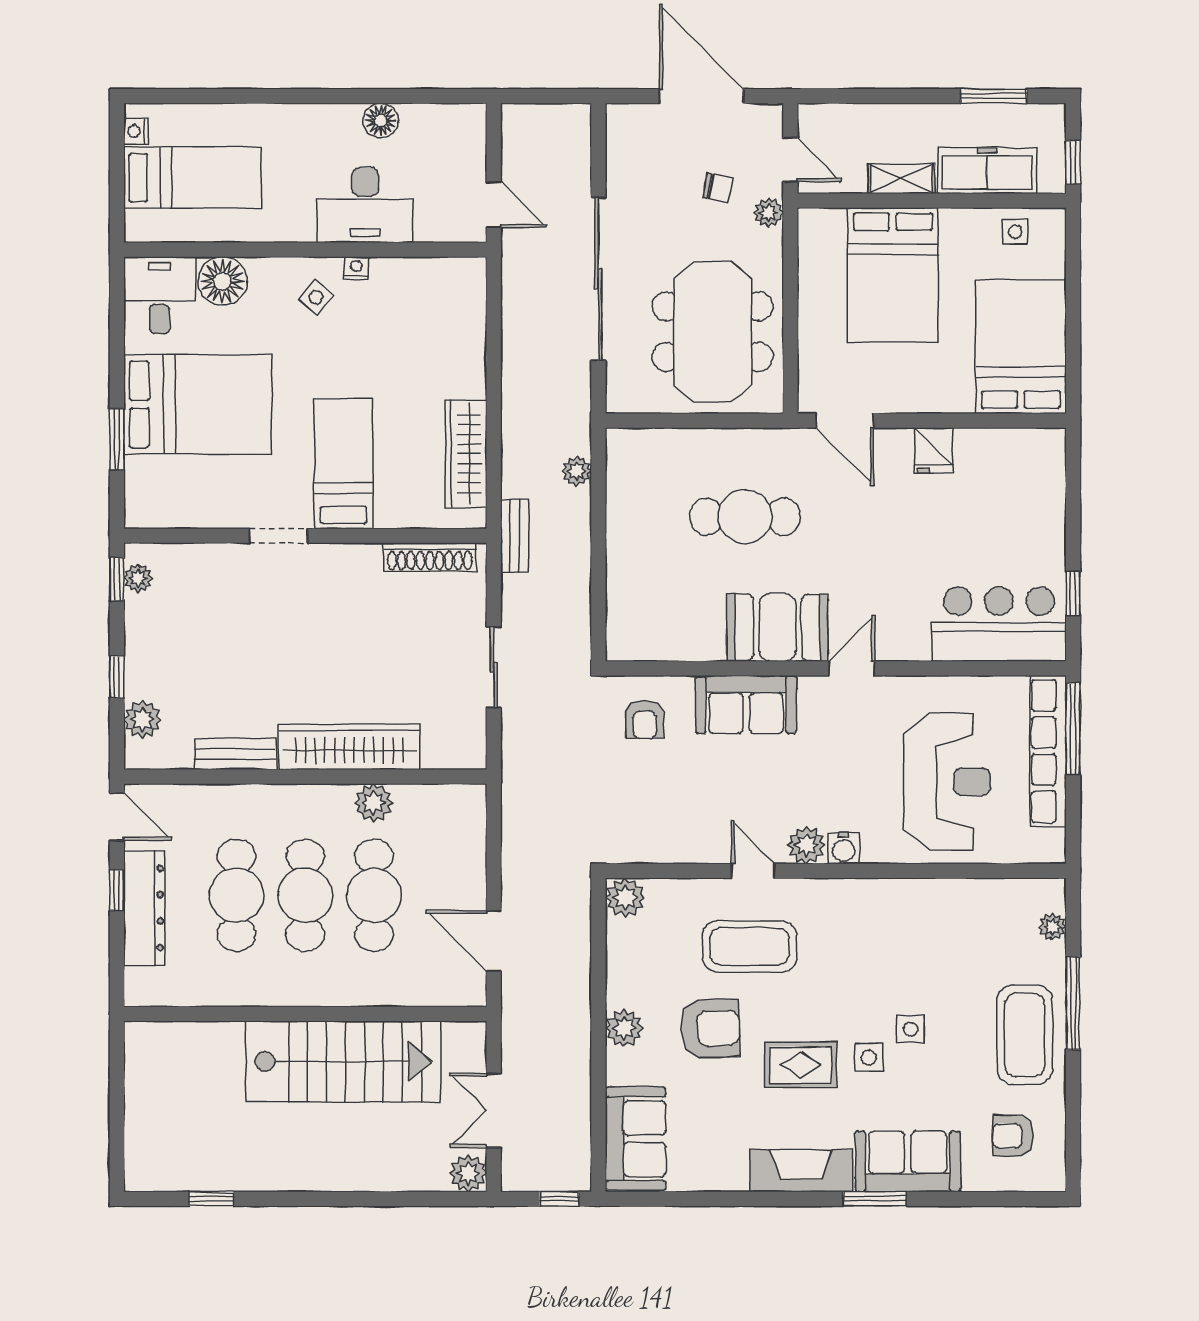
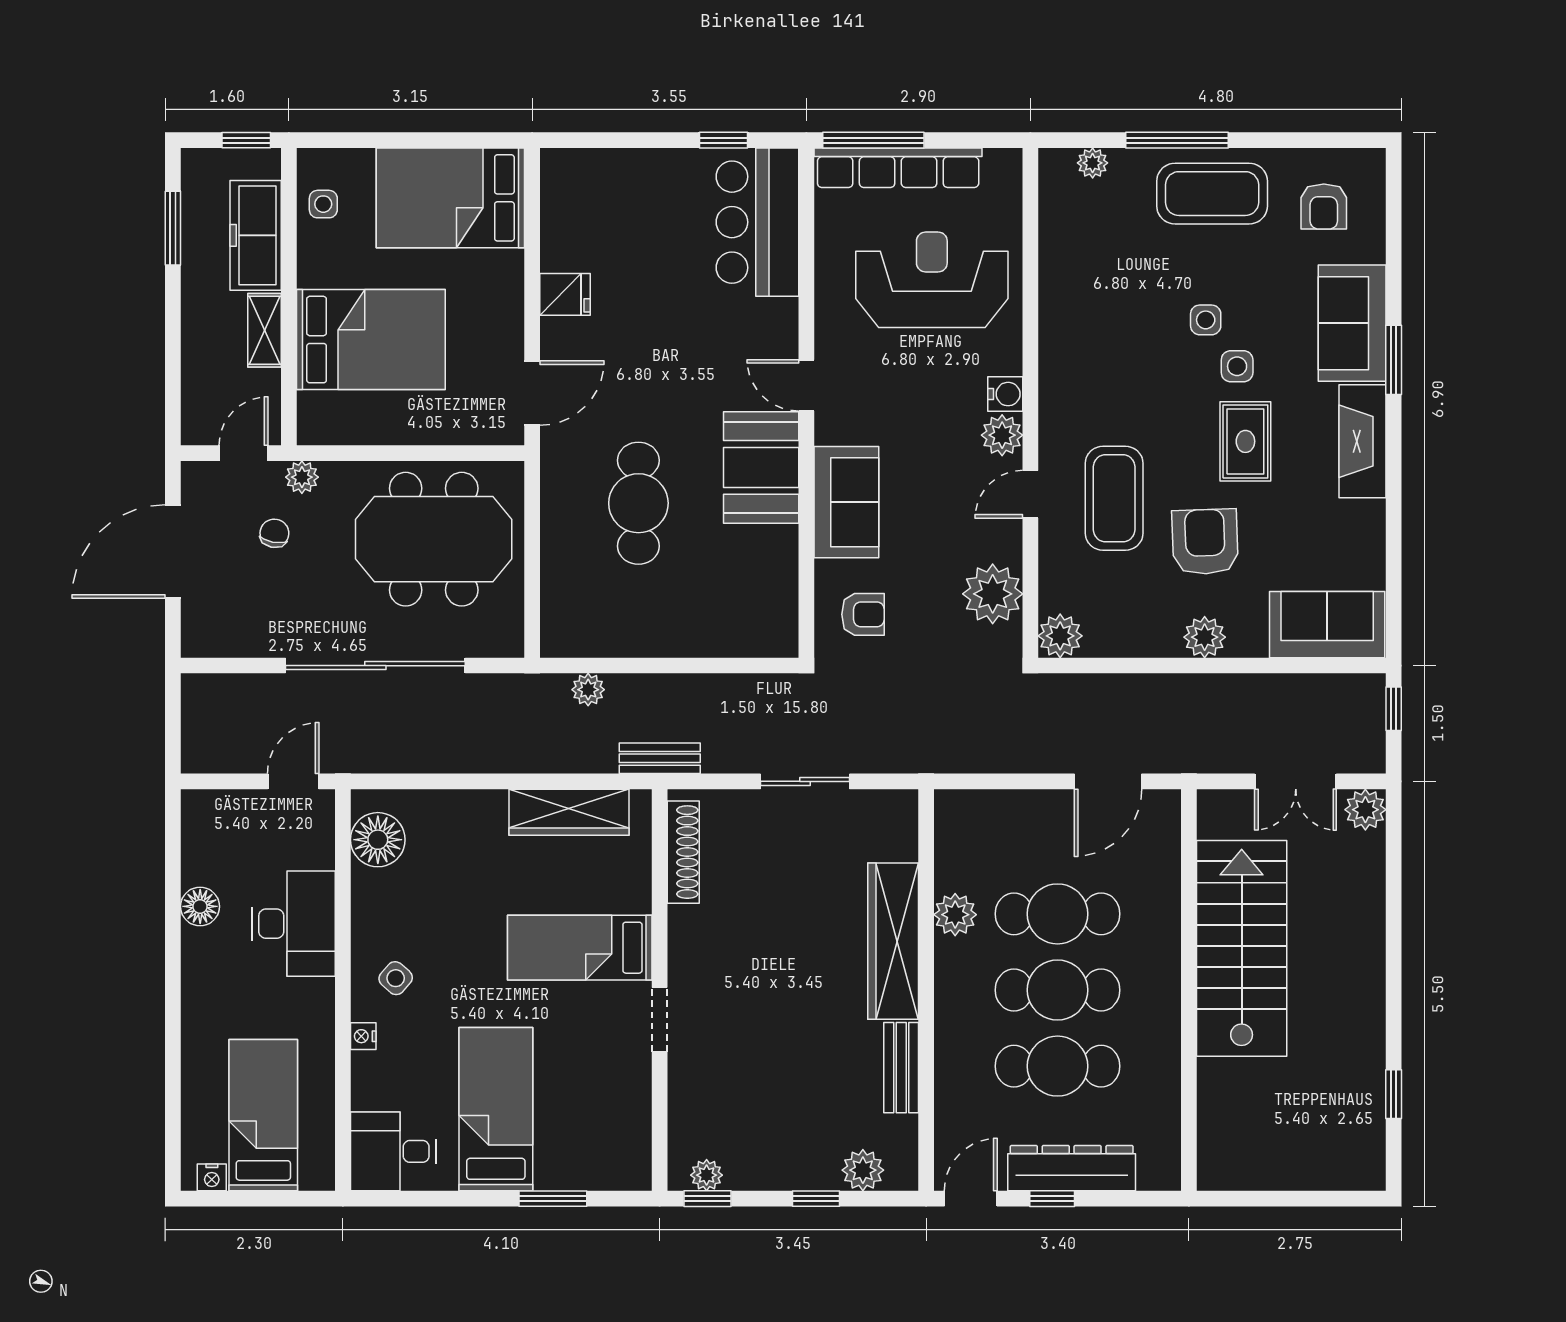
nightstand: (356, 268) -> (363, 1036), moved
floor lamp: (222, 281) -> (378, 840), moved
bed: (198, 404) -> (496, 1109), width x0.67
plant: (663, 837) -> (993, 594), added

